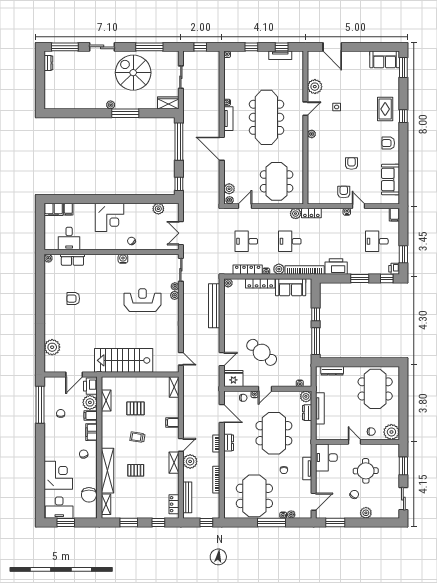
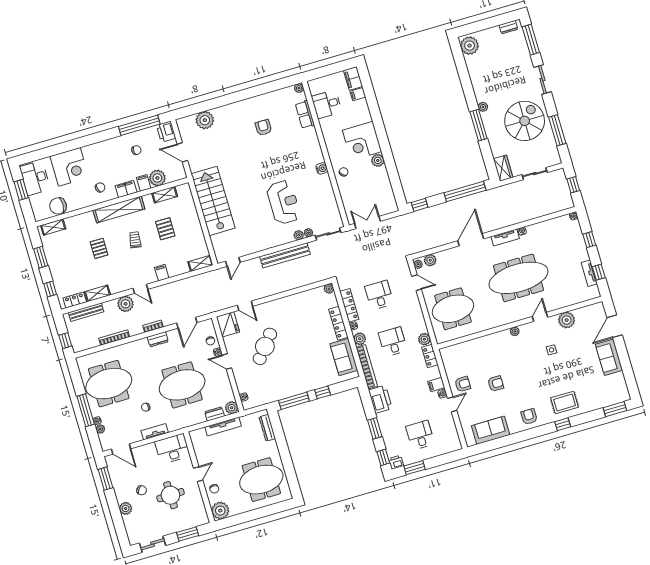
sofa: (385, 59) -> (609, 357), moved
plant: (55, 101) -> (469, 46), added
door: (305, 109) -> (540, 317), swing flipped
plant: (158, 209) -> (378, 160), moved
filing cabinet: (394, 215) -> (436, 385), moved
bench: (214, 306) -> (285, 255), moved
printer: (90, 386) -> (166, 132), moved, turned -90
shelving: (174, 463) -> (97, 293), moved
shelving: (107, 471) -> (119, 210), moved

